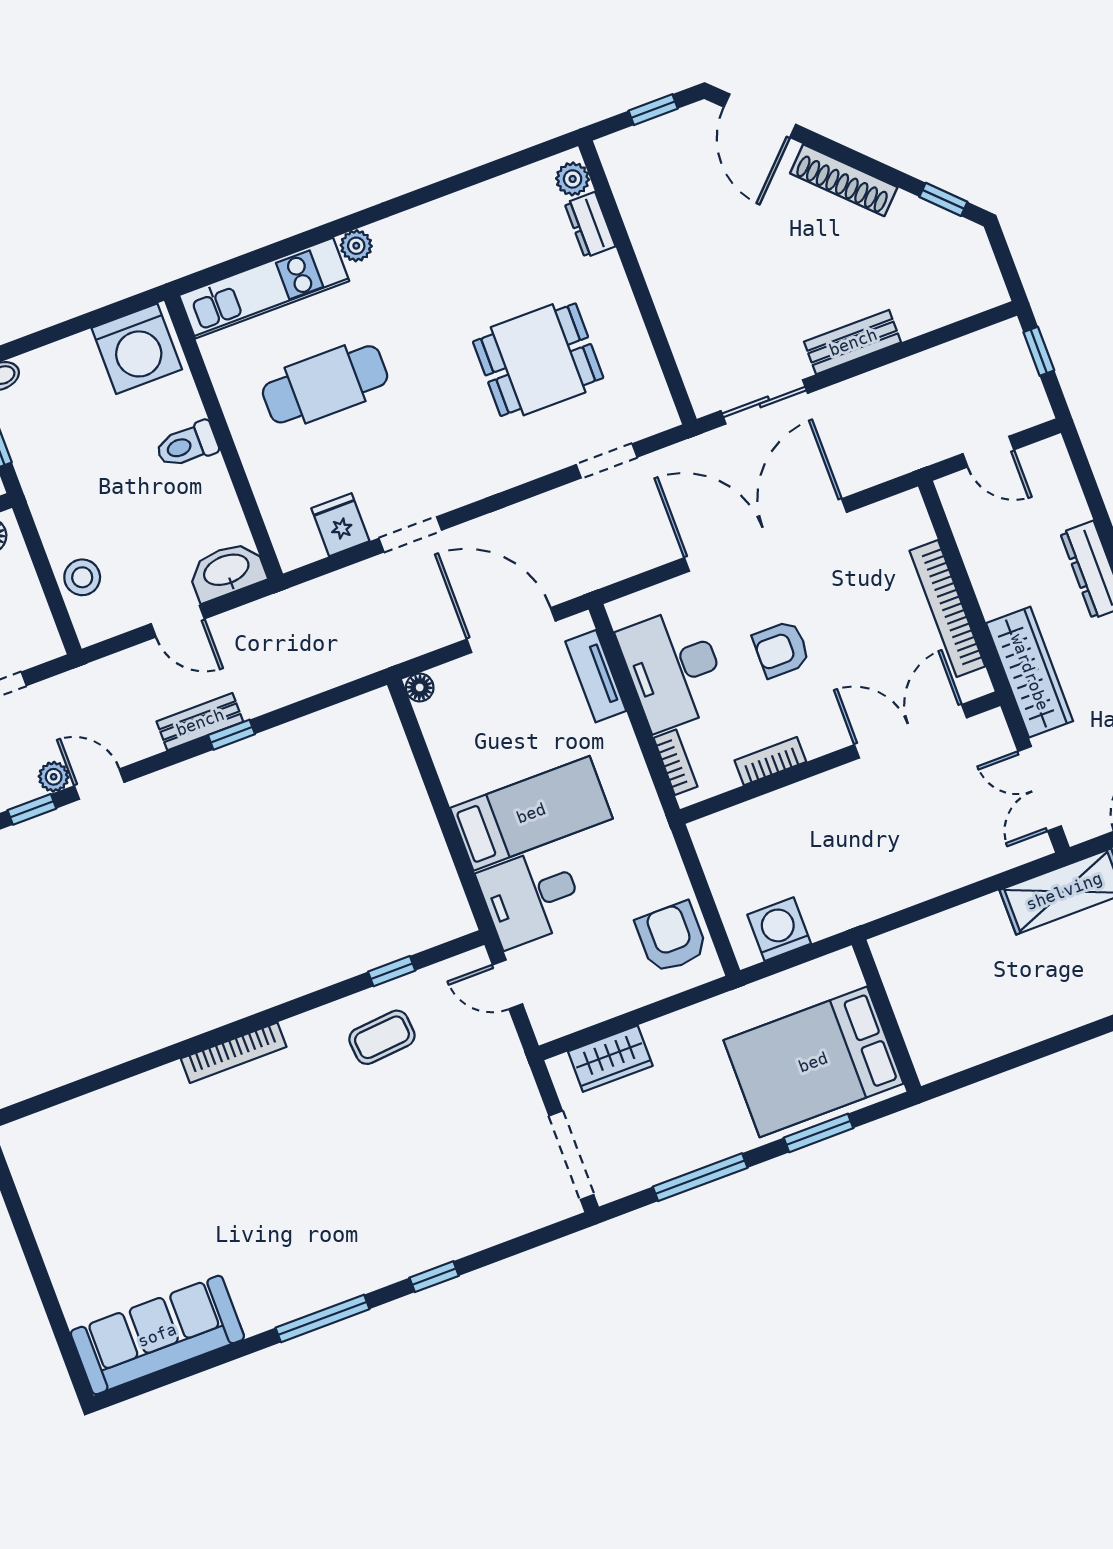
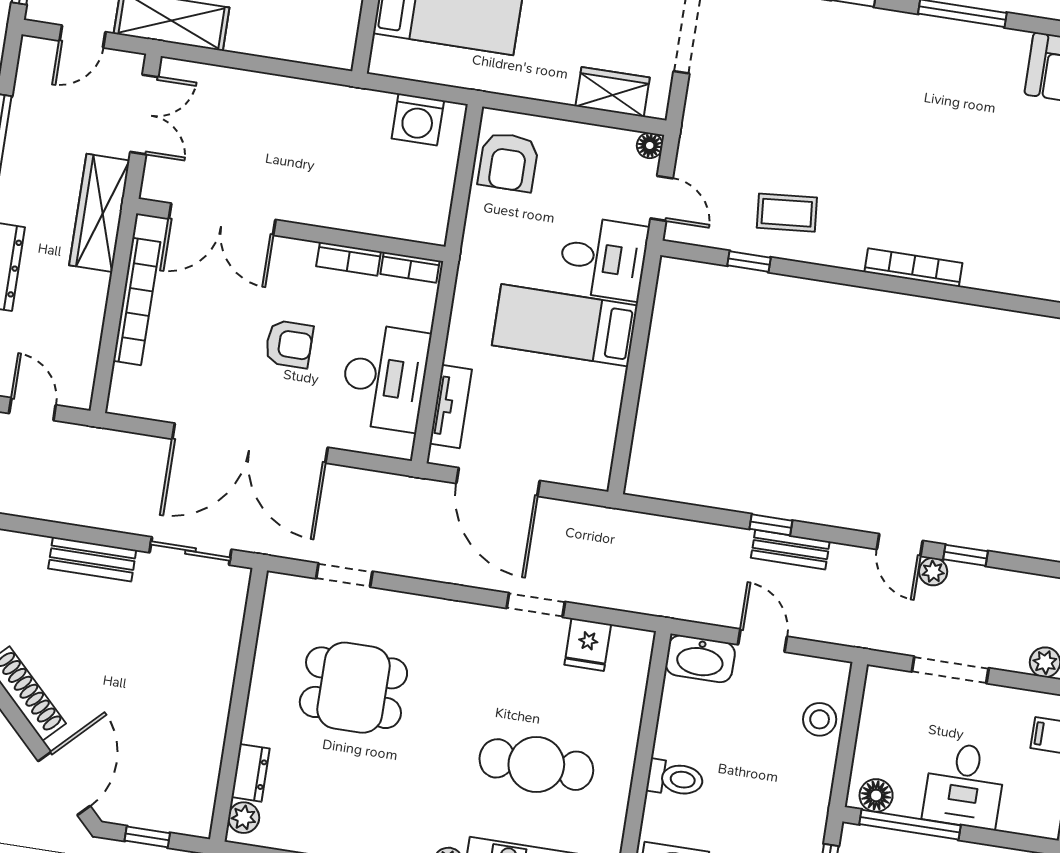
floor lamp: (420, 687) -> (650, 146), moved
bookcase: (675, 762) -> (410, 267), moved, turned -90

